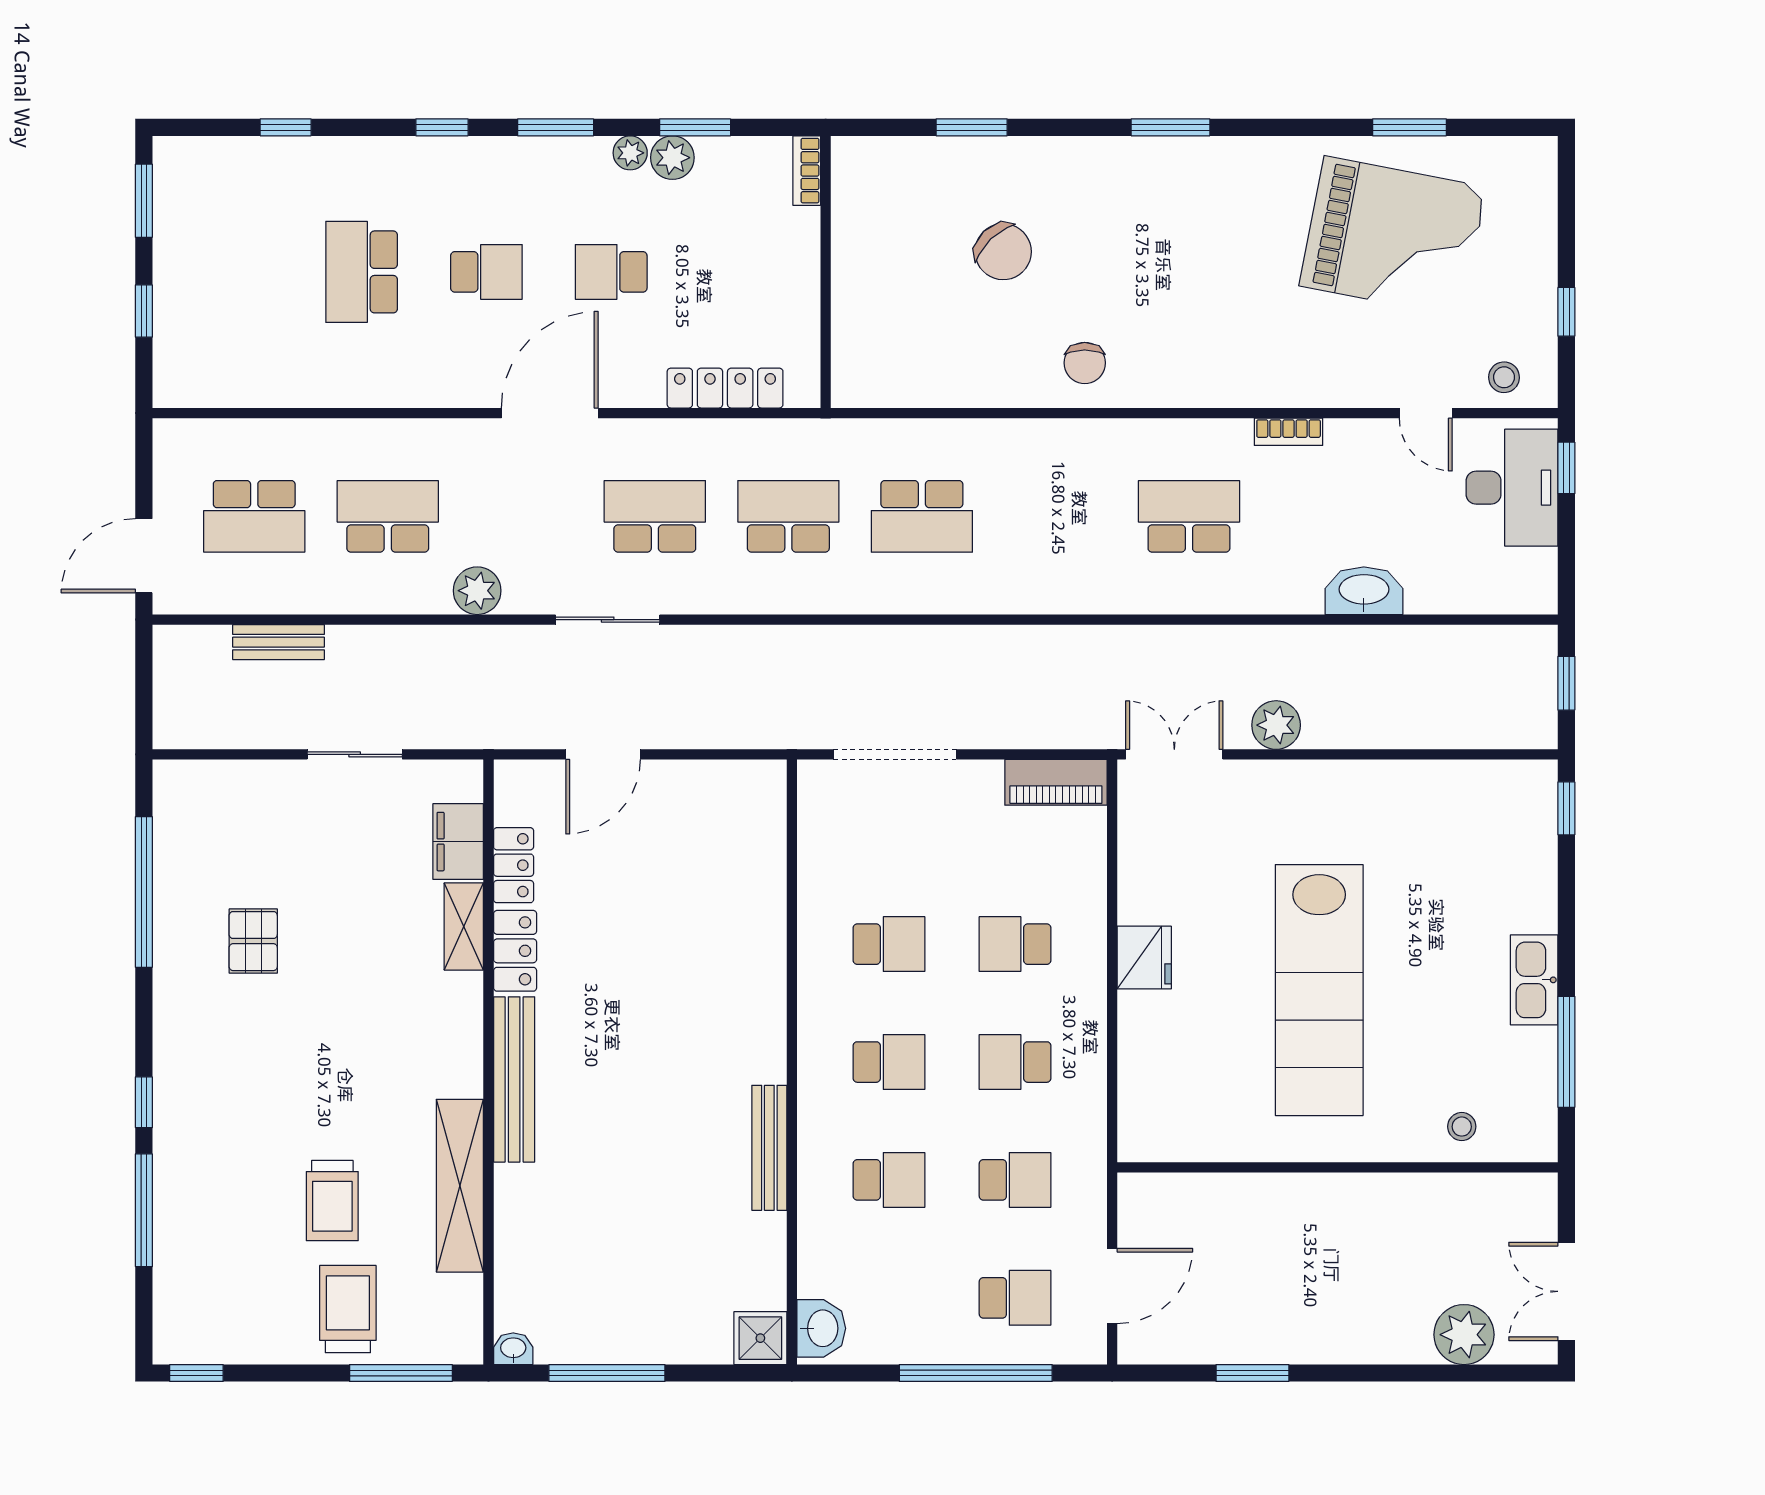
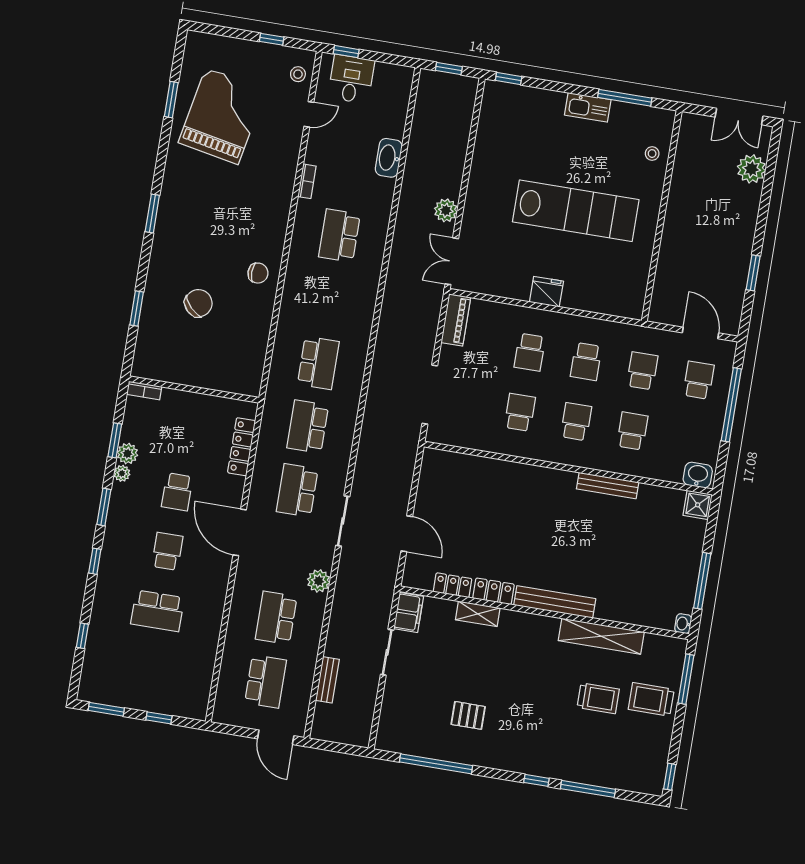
desk: (1512, 488) -> (351, 79), width x0.73
filing cabinet: (458, 842) -> (409, 612), moved, turned -90

